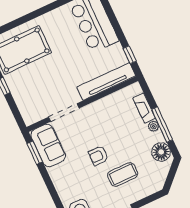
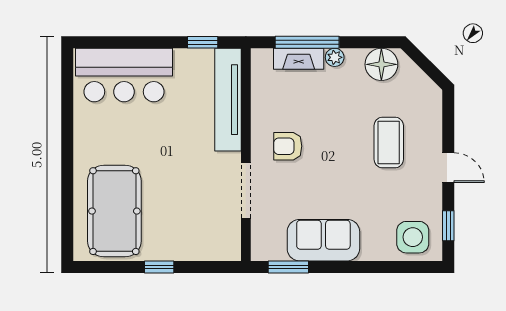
window: (162, 125) -> (307, 42), moved
sofa: (48, 145) -> (323, 240), moved
armchair: (98, 156) -> (288, 146), moved, turned 90

